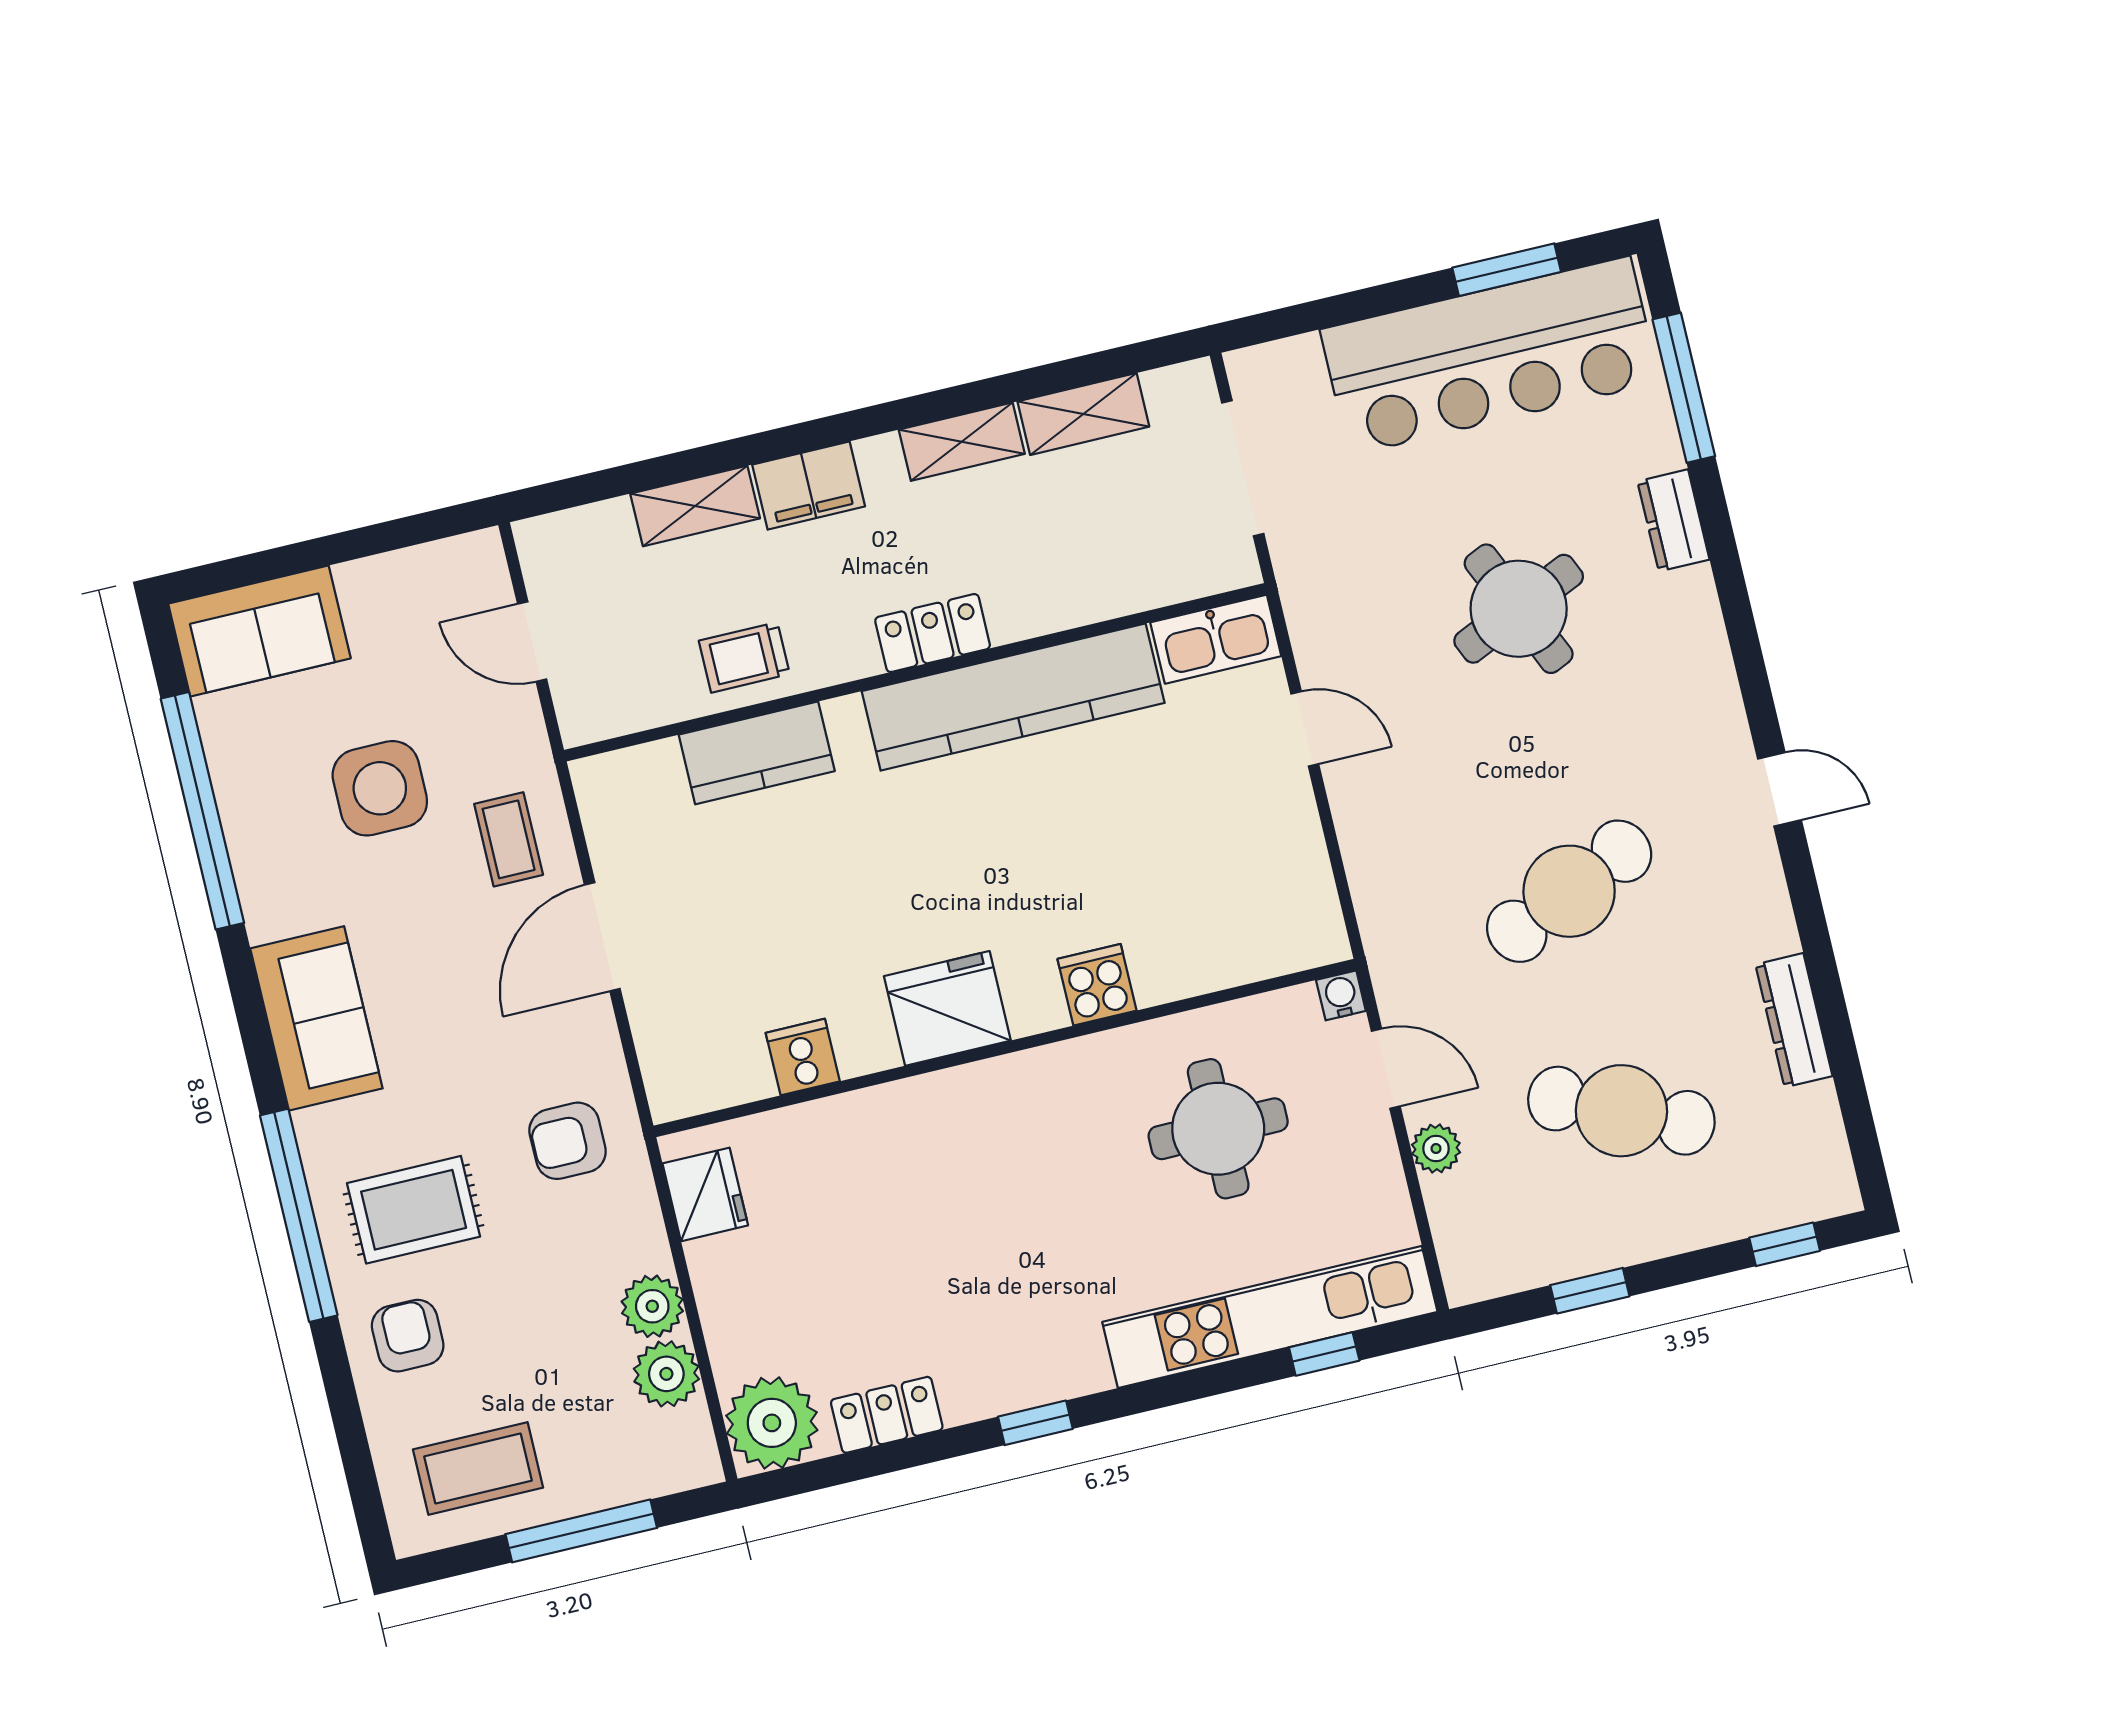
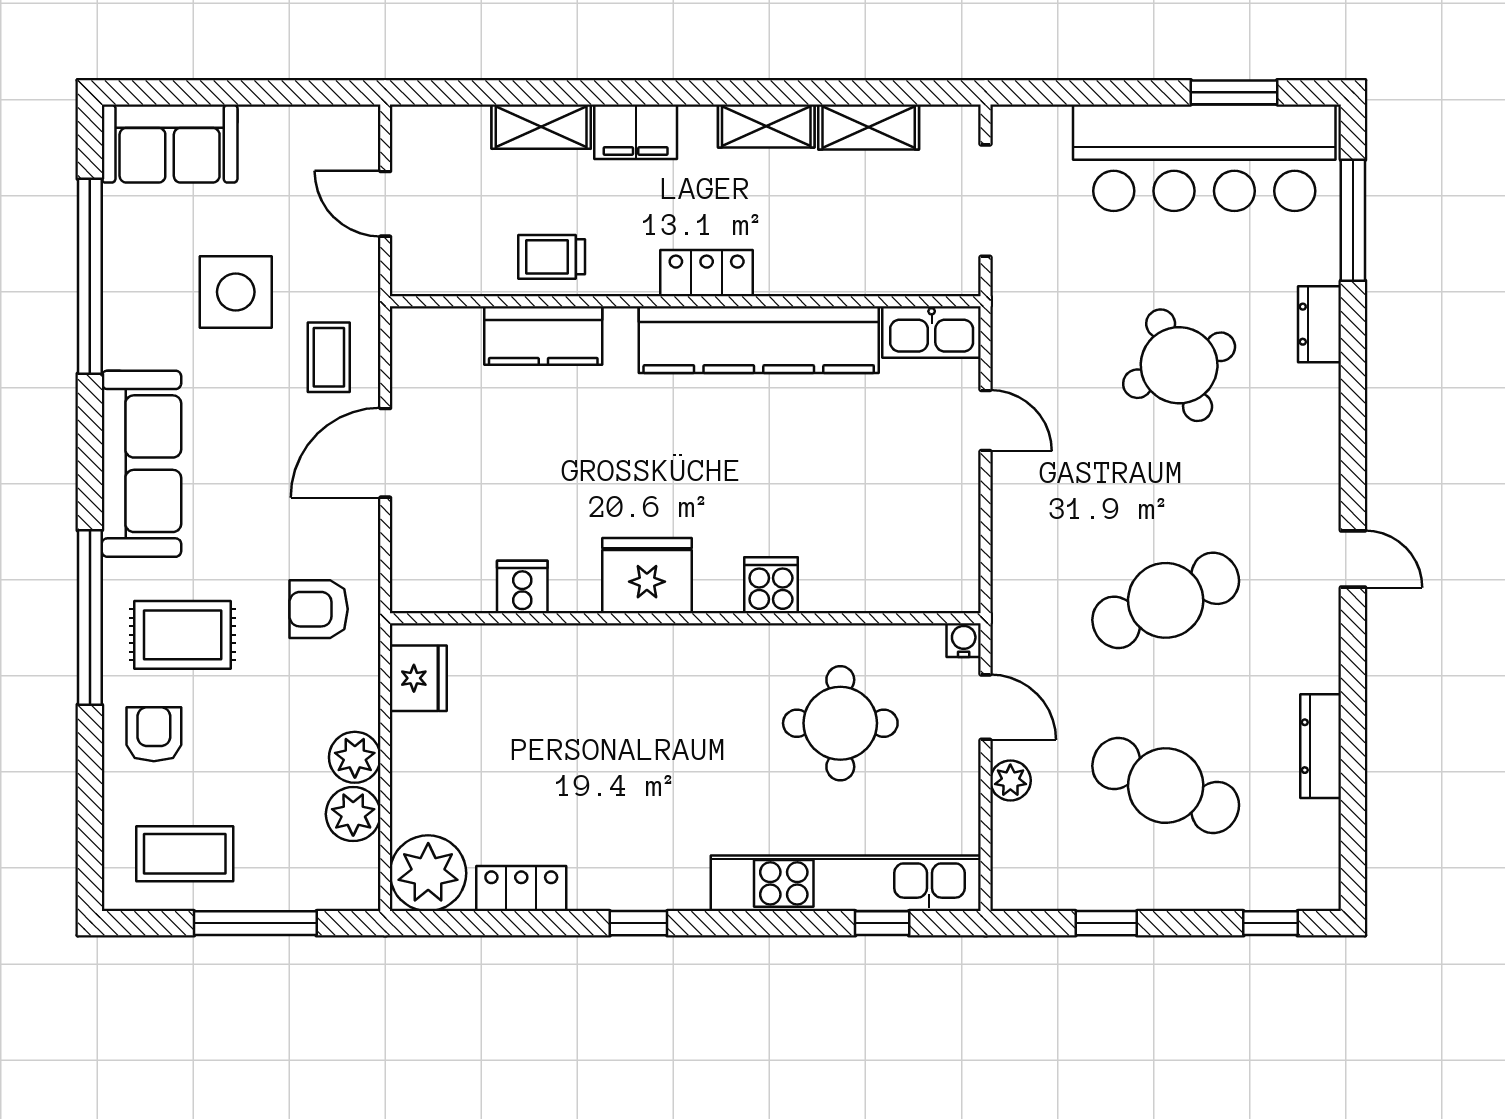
sofa: (316, 1018) -> (141, 464), width x1.36

